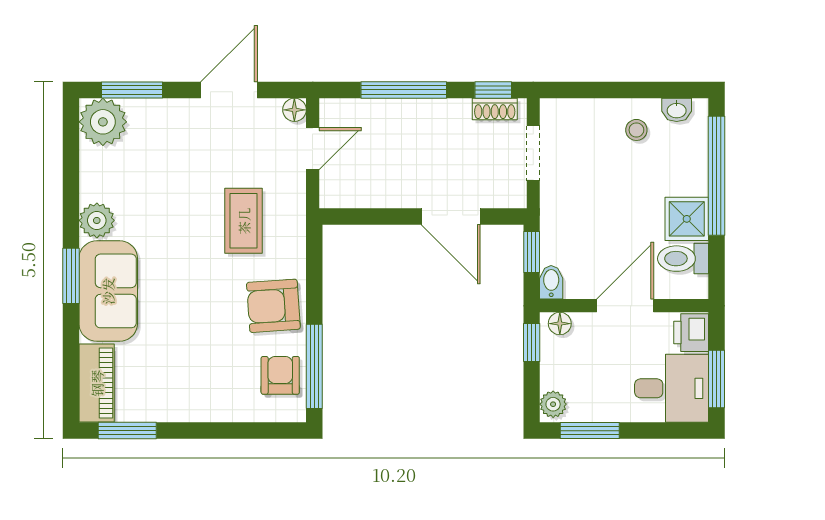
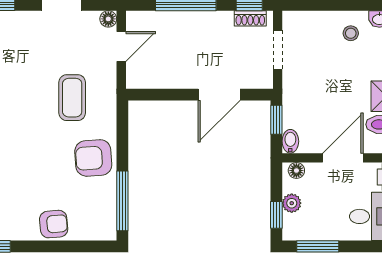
door: (451, 216) -> (219, 95), hinge flipped
window: (532, 342) -> (276, 215), moved
armchair: (280, 375) -> (54, 224), moved, turned 85
plant: (553, 404) -> (292, 203), moved

